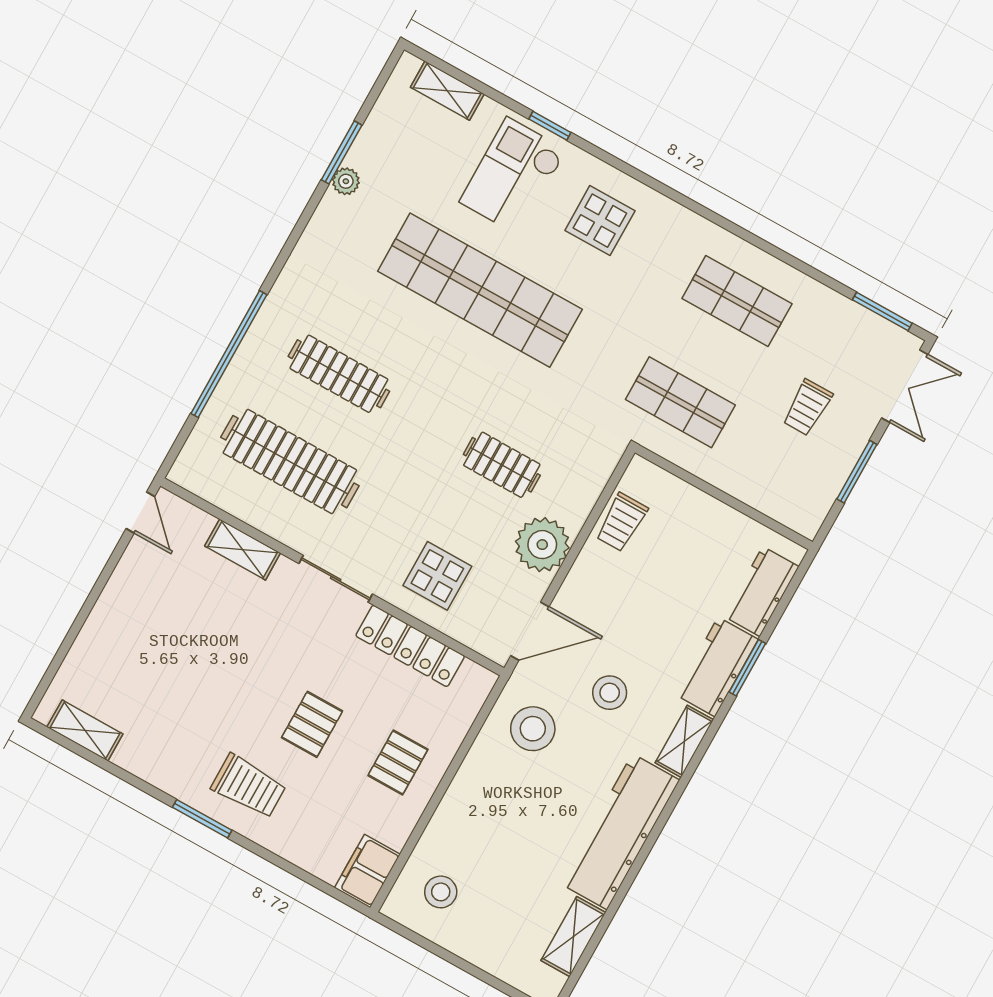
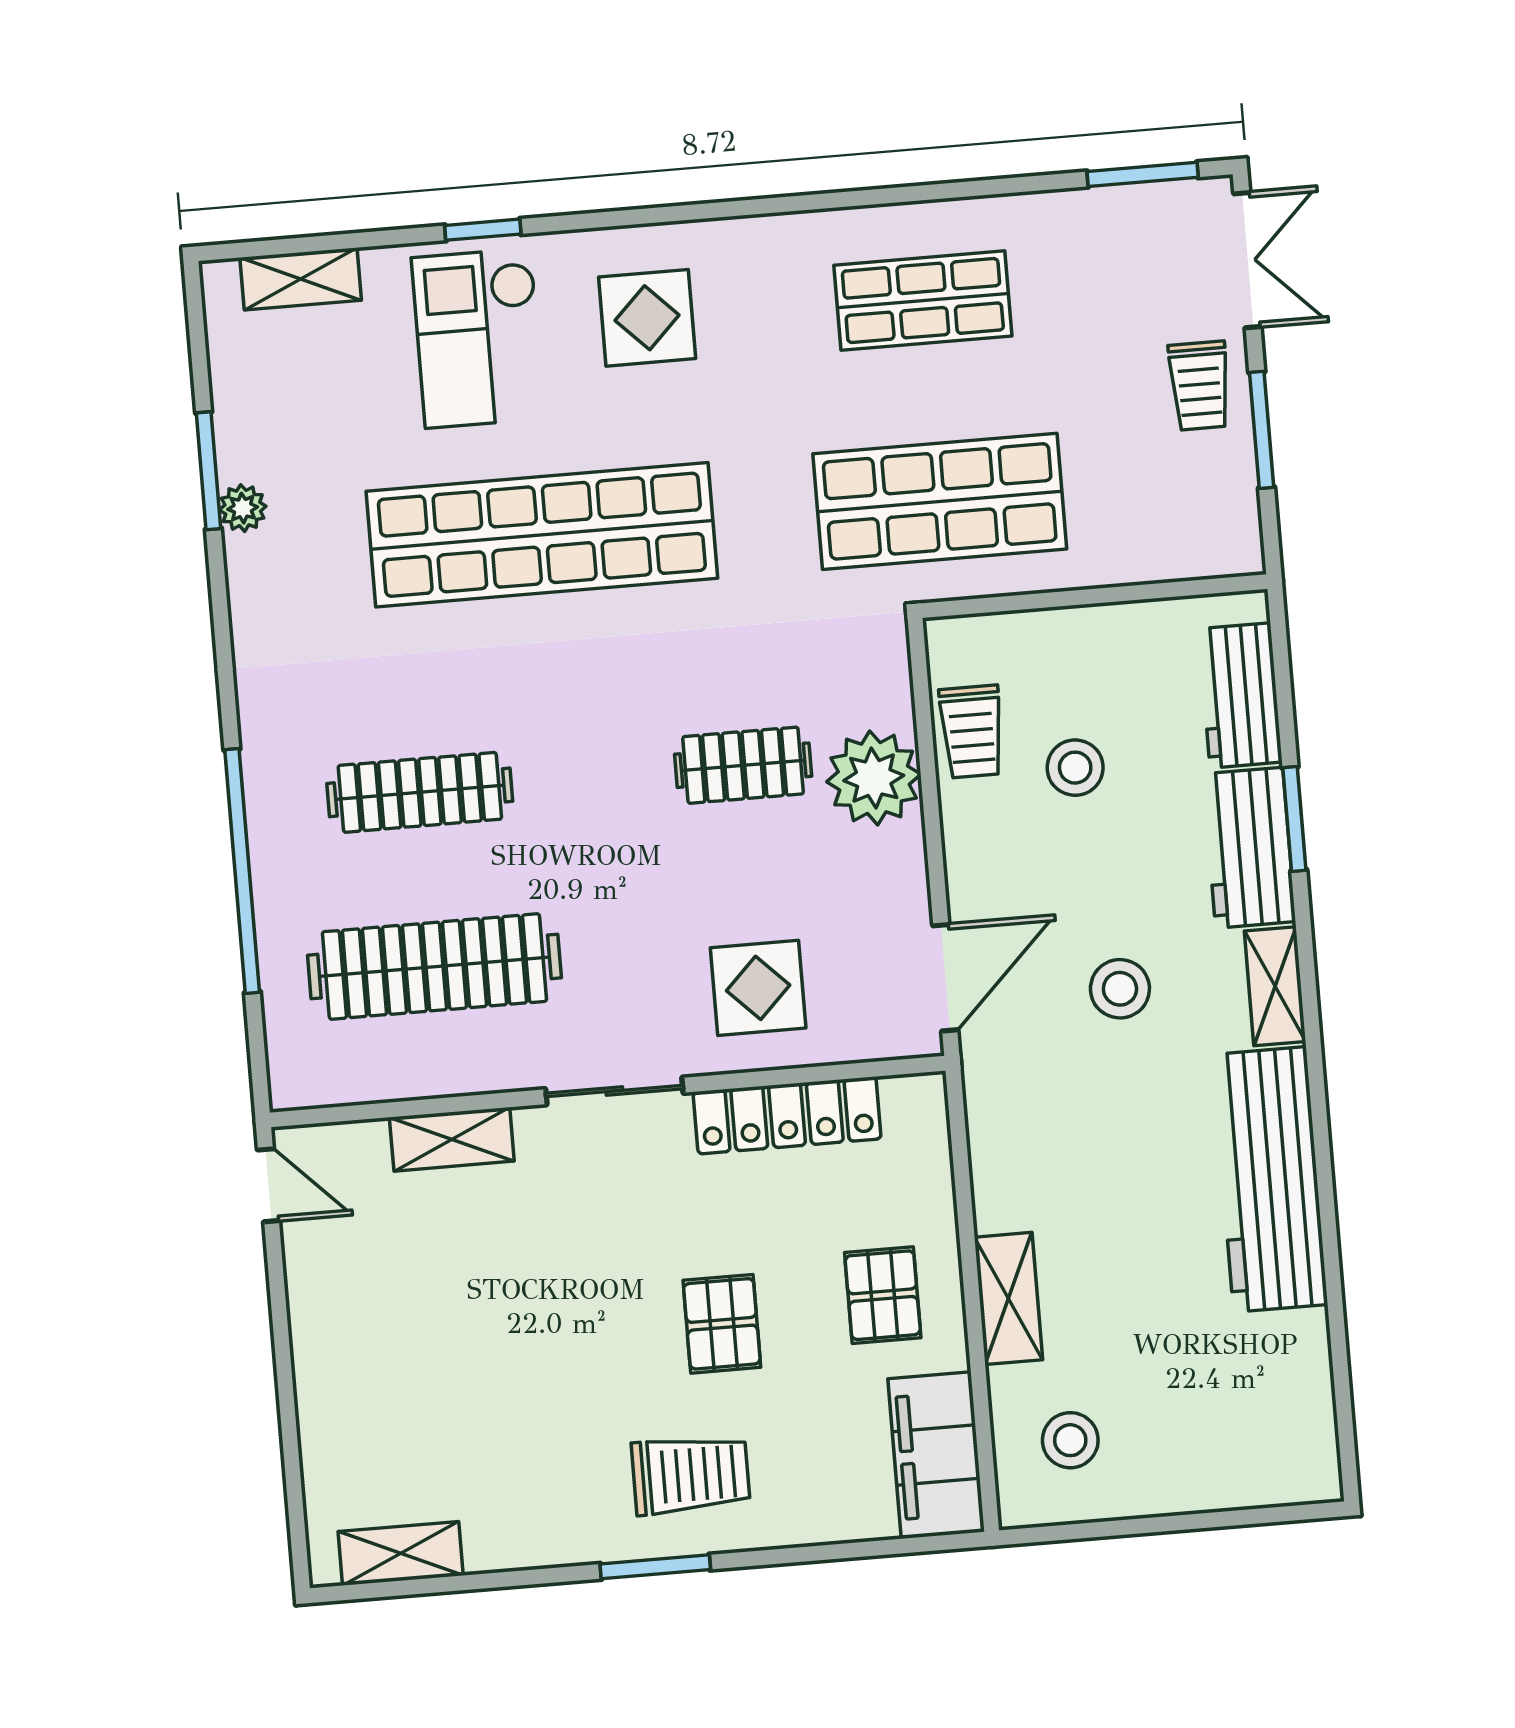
shop shelf: (680, 402) -> (940, 501), width x1.43, depth x1.36
trolley: (807, 407) -> (1200, 386), moved
plant: (542, 545) -> (874, 778), moved
stool: (533, 729) -> (1075, 768), moved, width x0.73, depth x0.73
filing cabinet: (367, 871) -> (936, 1455), width x1.50, depth x1.17
shelving: (573, 937) -> (1008, 1298), moved

